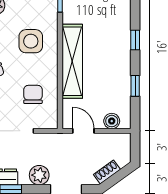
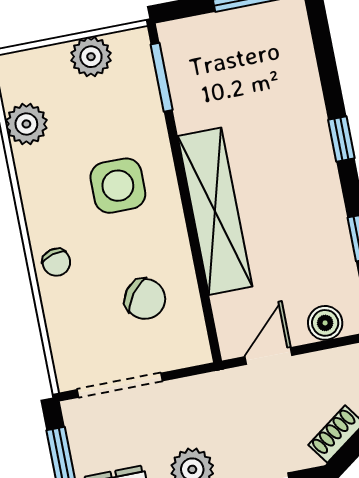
chair: (33, 94) -> (145, 299), turned 127
door: (83, 131) -> (268, 356), hinge flipped

